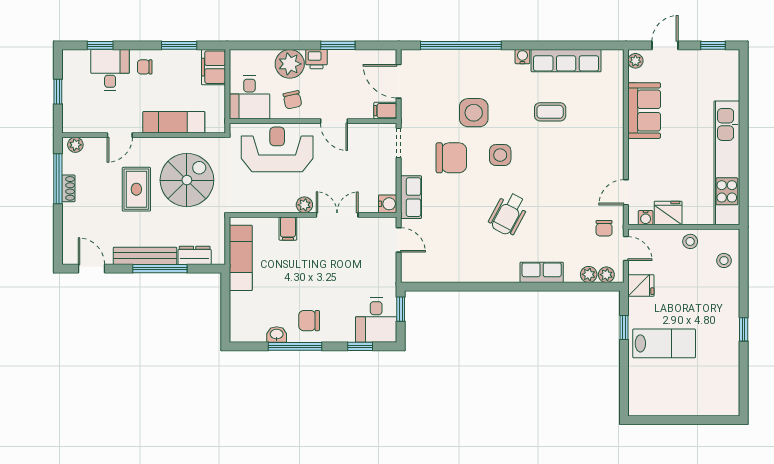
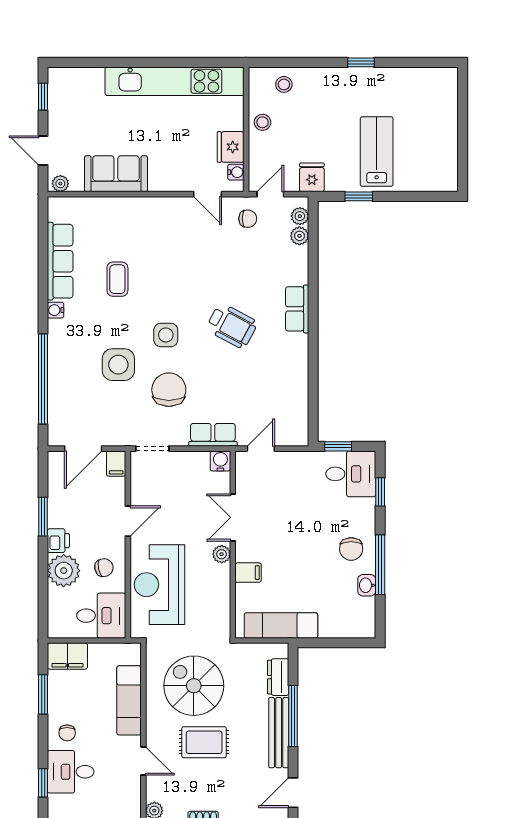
row of seats: (542, 272) -> (297, 309), moved

